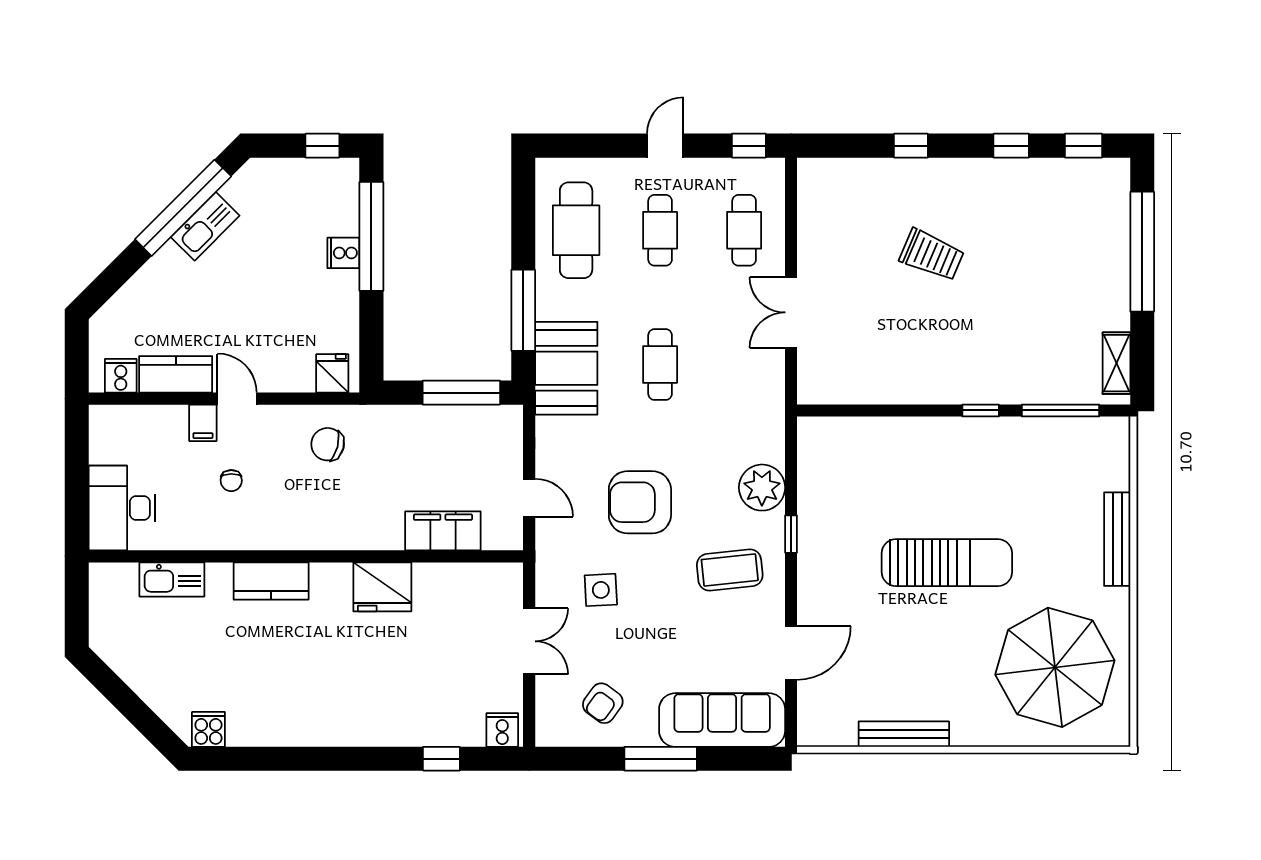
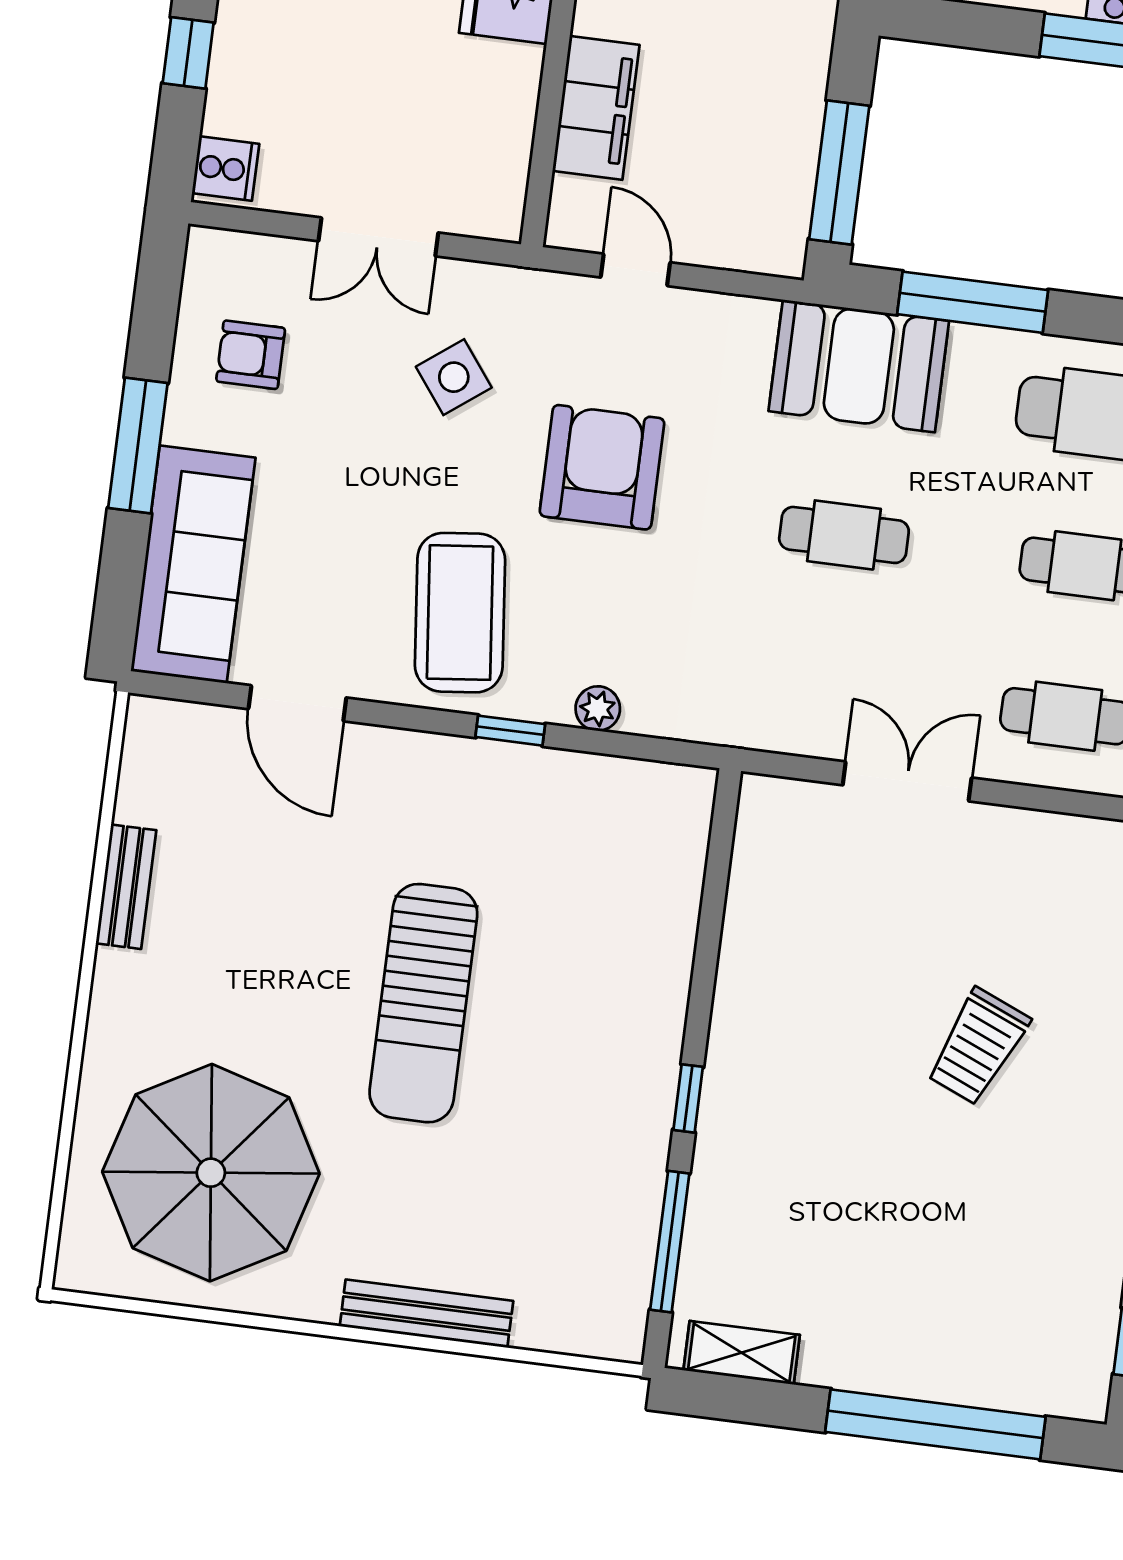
plant: (762, 488) -> (598, 709), width x0.53, depth x0.53
door: (529, 498) -> (635, 270), swing flipped
coffee table: (730, 570) -> (460, 613), width x1.36, depth x1.32
side table: (601, 590) -> (454, 377), turned -34
armchair: (603, 703) -> (251, 355), turned -36
bench: (904, 734) -> (126, 887), width x0.73

